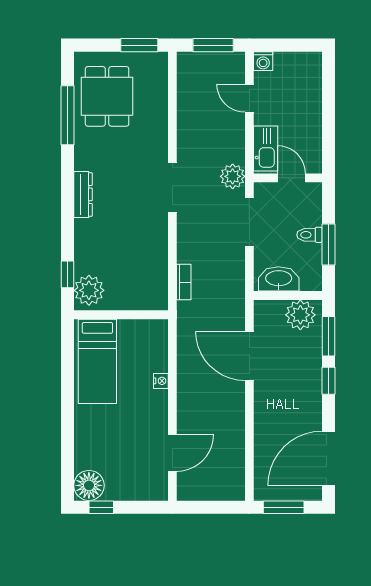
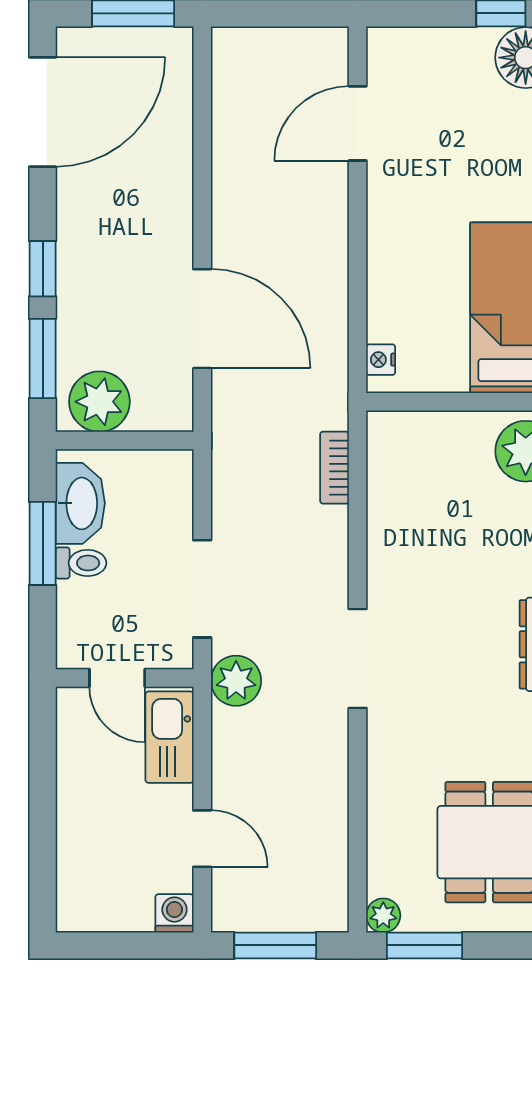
plant: (160, 60) -> (383, 915), added
washbasin: (279, 279) -> (80, 503), moved, turned -90
nightstand: (161, 381) -> (381, 360), moved

